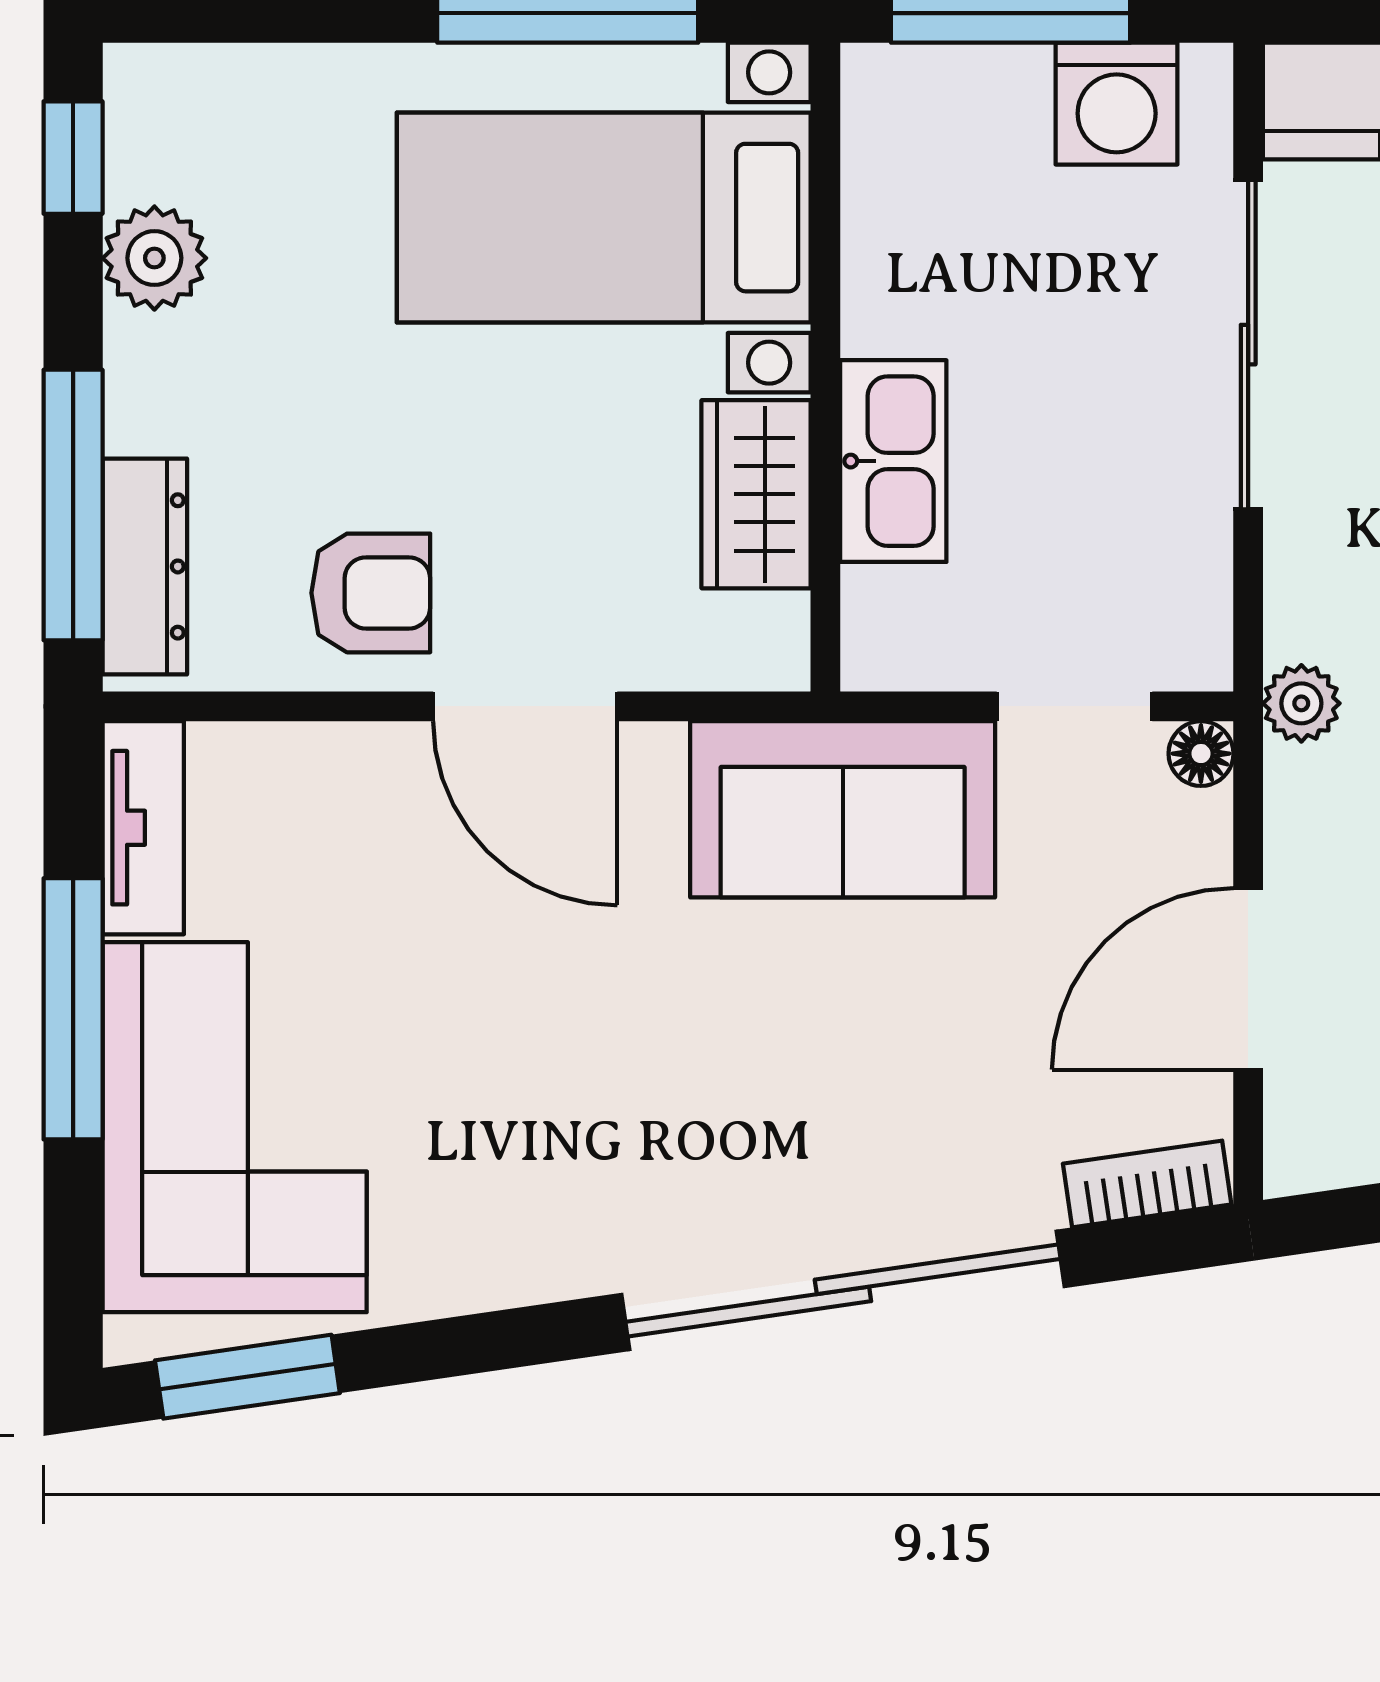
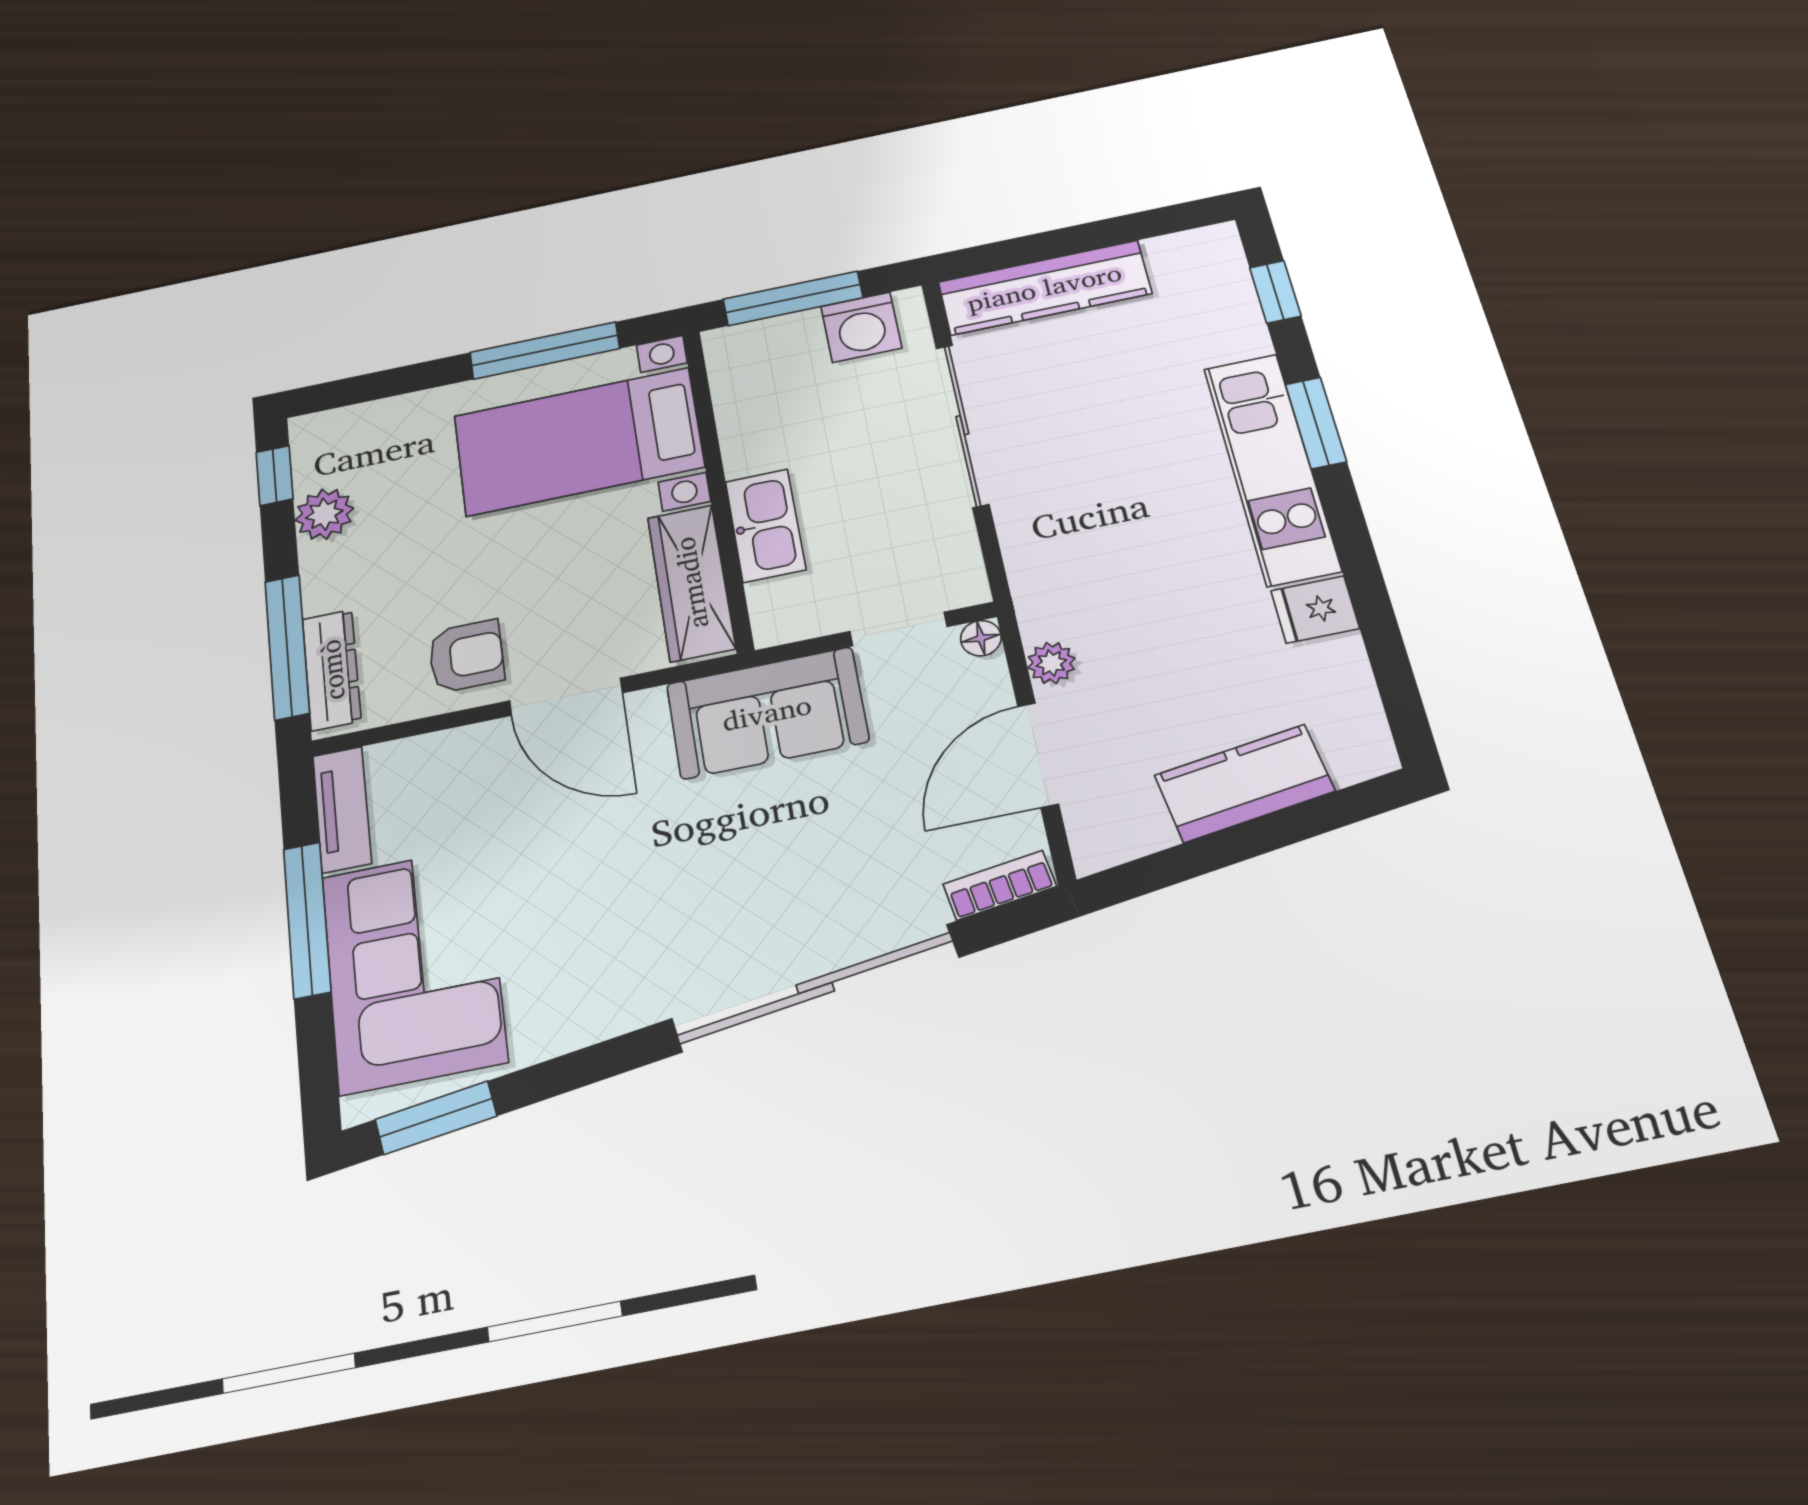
wardrobe: (756, 494) -> (691, 583), width x1.50
plant: (1301, 703) -> (1051, 663), moved

